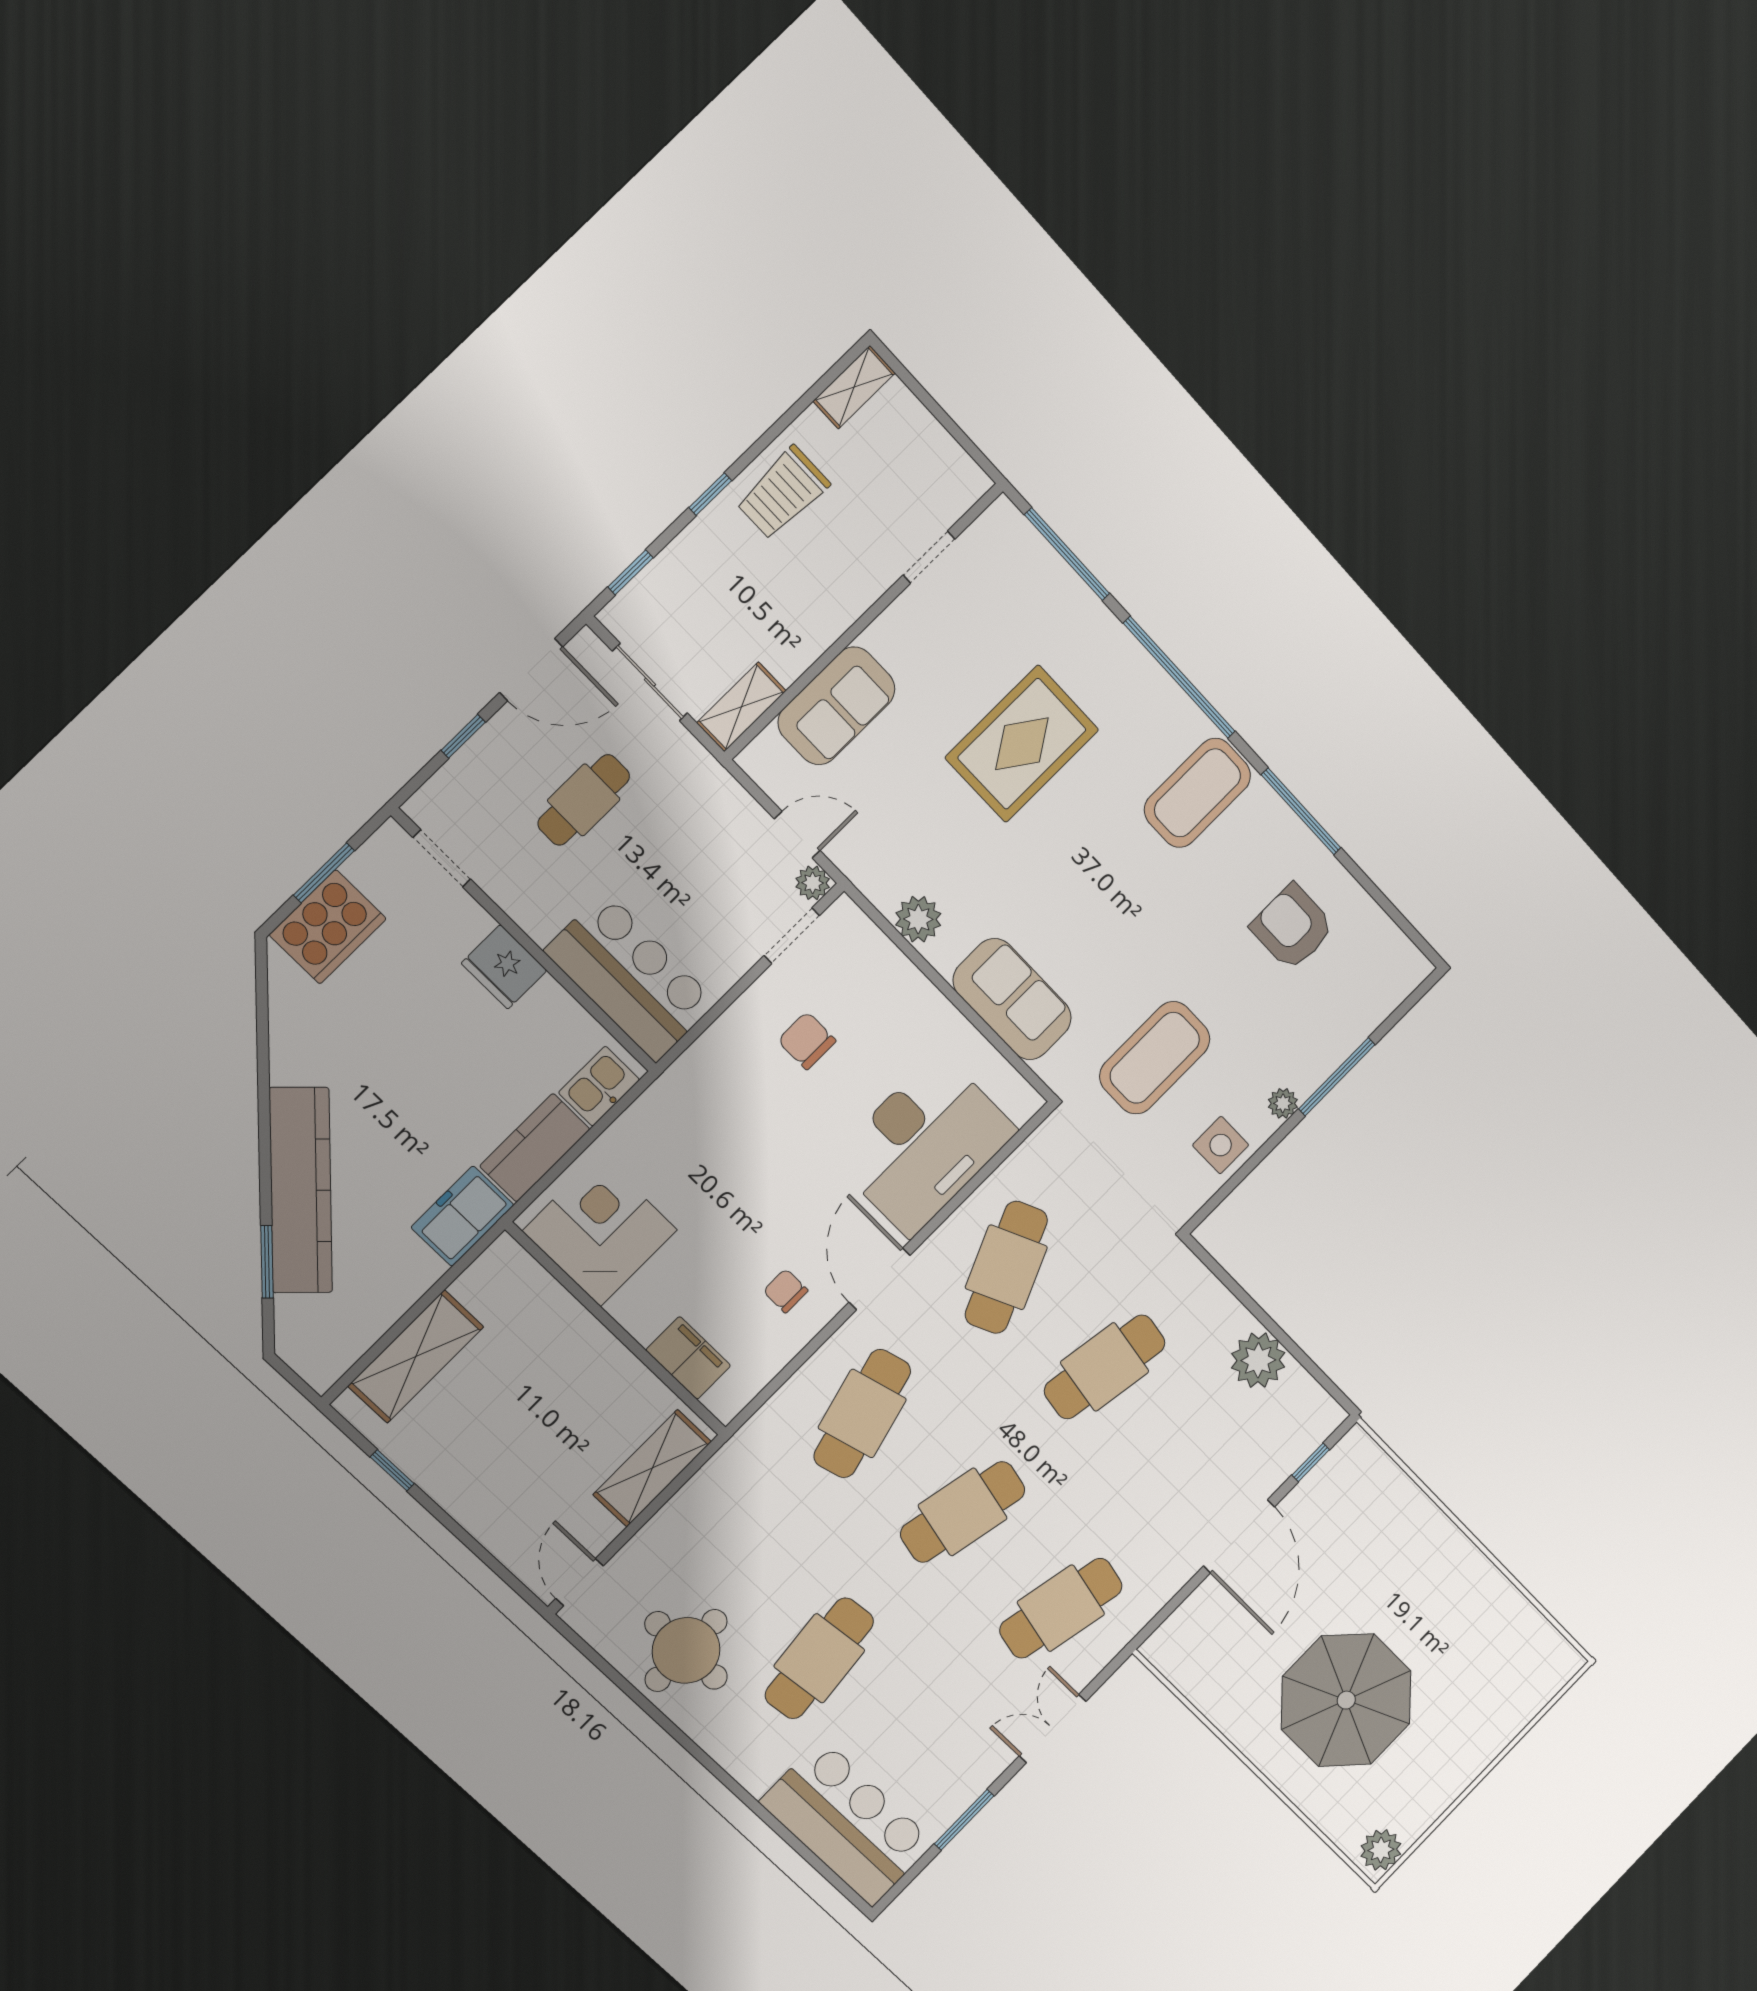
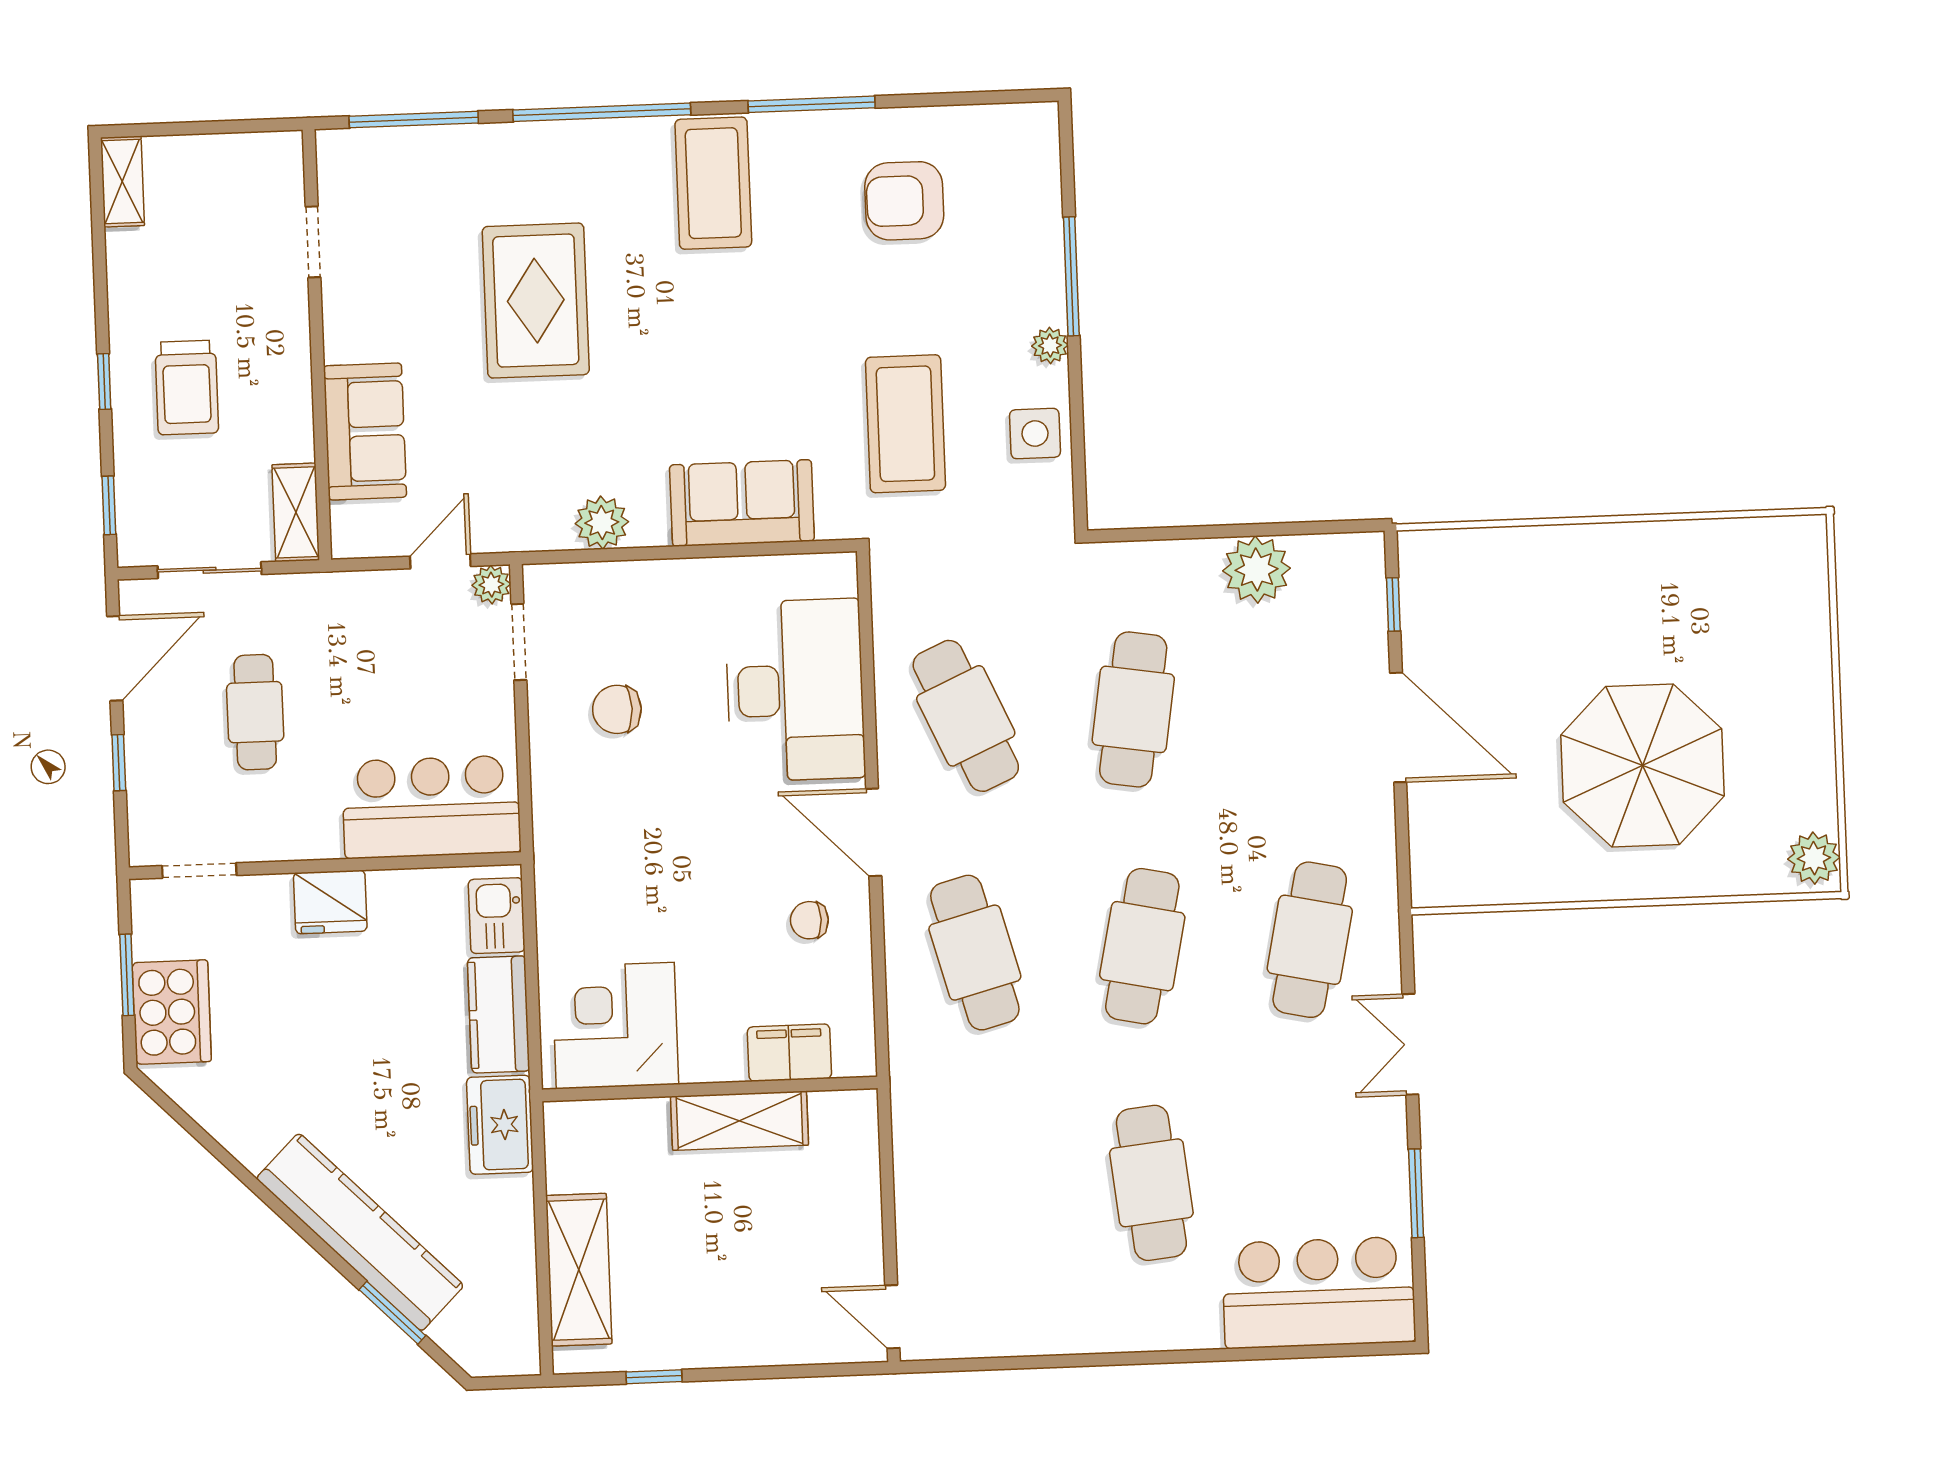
trolley: (783, 493) -> (187, 388), moved
shelving: (652, 1468) -> (740, 1121), moved, turned 90
round table: (686, 1650) -> (1036, 1285), removed

